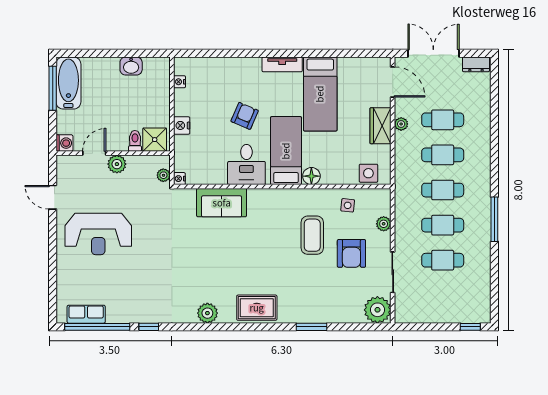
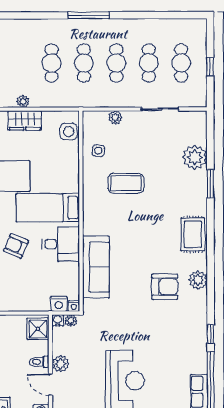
cafe table: (443, 120) -> (181, 63), moved
nightstand: (182, 125) -> (59, 304), moved
toilet: (135, 141) -> (39, 362), moved
water cooler: (164, 161) -> (58, 320), added
floor lamp: (311, 176) -> (71, 184), removed
sofa: (222, 203) -> (96, 267), width x1.36
window: (494, 219) -> (88, 15), moved
armchair: (351, 253) -> (165, 287), moved
plant: (377, 310) -> (195, 157), moved
window: (470, 327) -> (210, 67), moved

